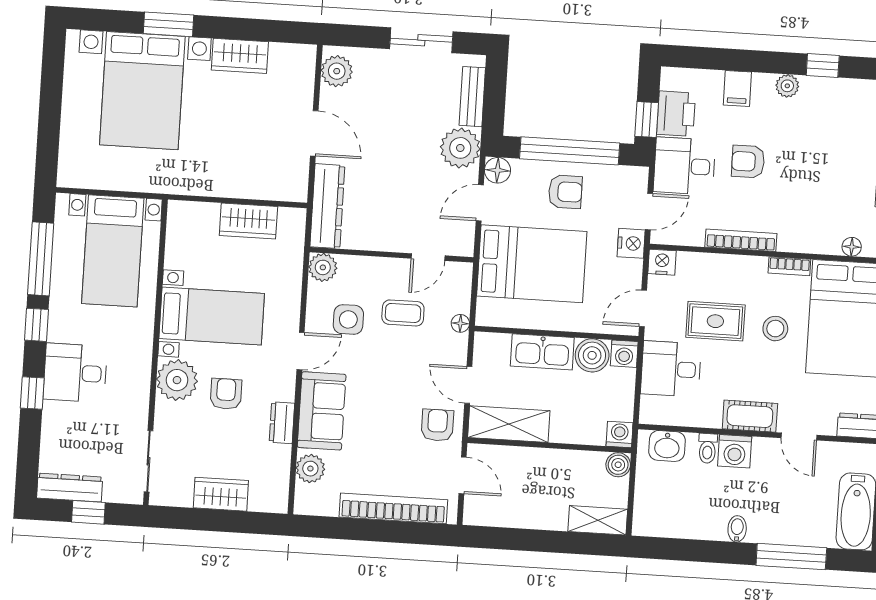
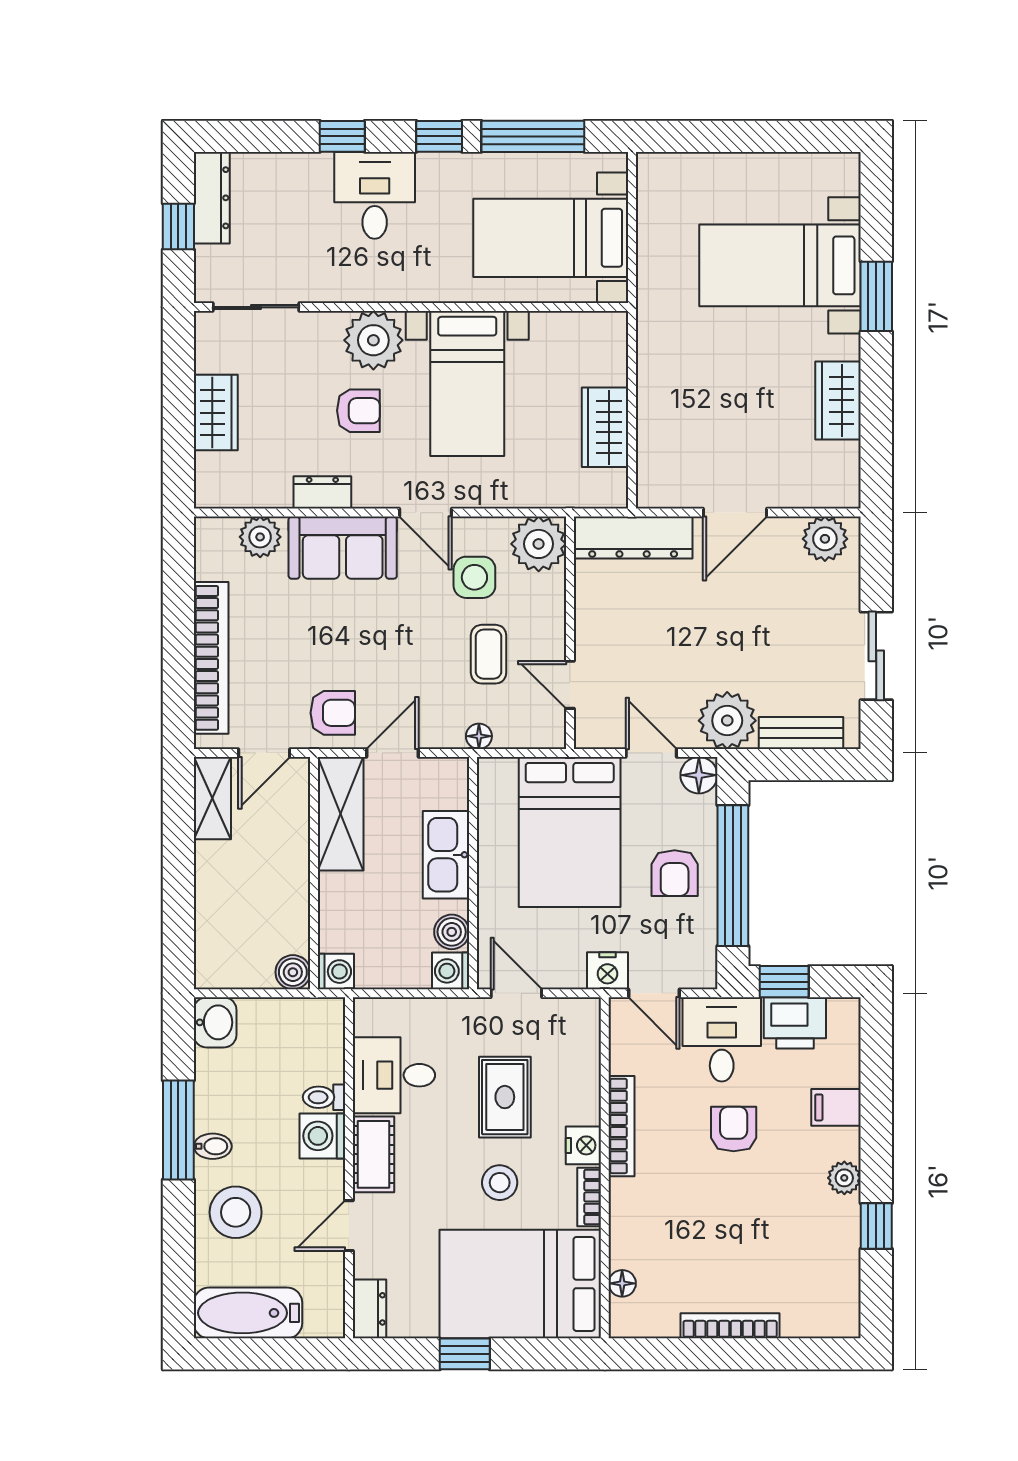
bed with nightstands: (142, 91) -> (780, 265), width x0.73
nightstand: (662, 262) -> (583, 1145), moved
plant: (323, 267) -> (539, 544), width x1.36, depth x1.36
boiler: (592, 355) -> (452, 932), width x0.73, depth x0.73
desk: (671, 369) -> (394, 1075), moved, turned -90
washbasin: (667, 446) -> (215, 1022), moved, turned 180
stool: (785, 516) -> (236, 1212), added
shelving: (598, 520) -> (212, 798), moved
window: (791, 557) -> (178, 1130), moved

